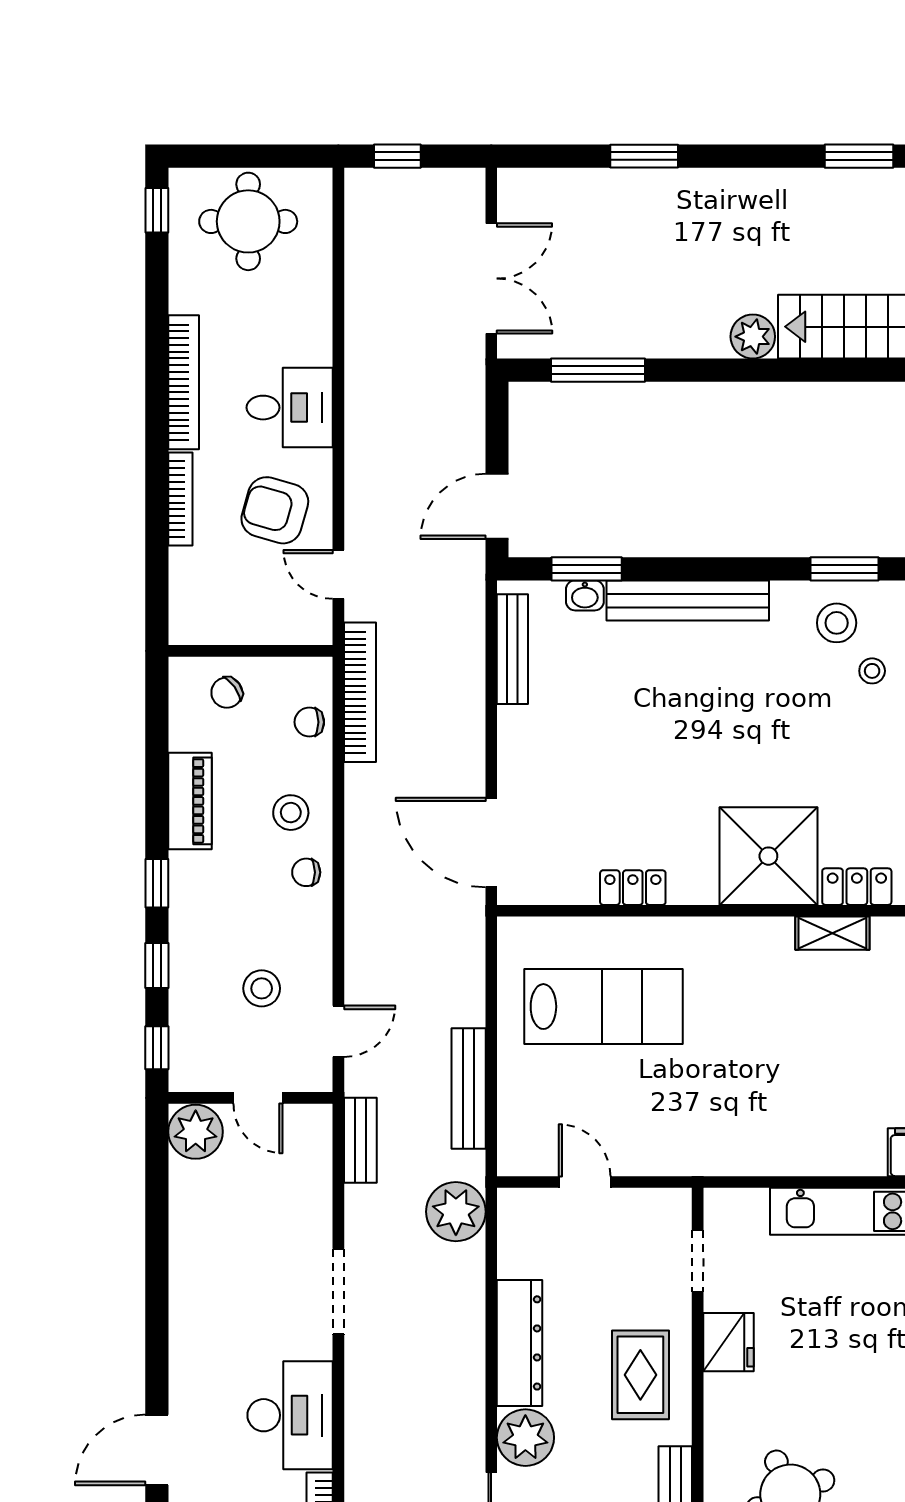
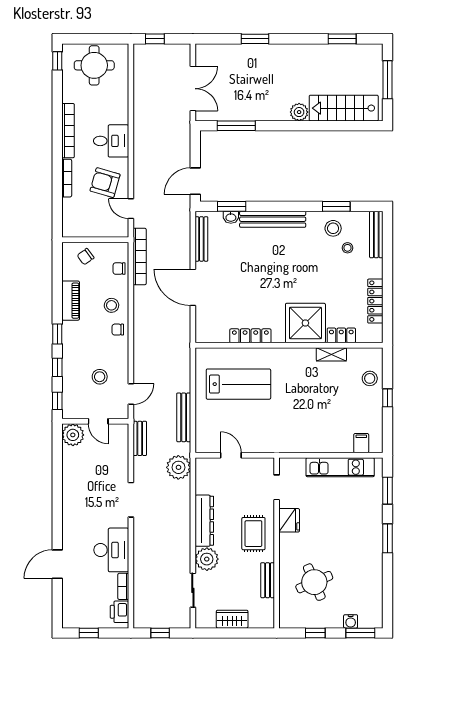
door: (491, 843) -> (193, 287), moved
locker: (633, 888) -> (250, 336), width x1.53

